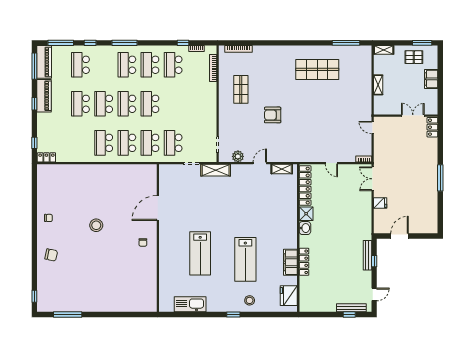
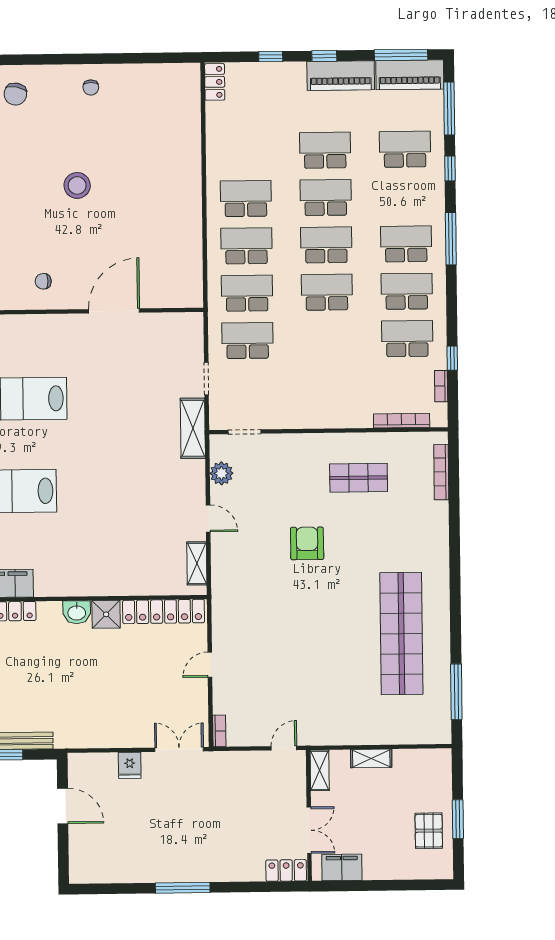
window: (422, 43) -> (458, 819), moved
shelving: (384, 50) -> (320, 770), moved
shop shelf: (317, 69) -> (401, 634), width x1.40
filing cabinet: (431, 79) -> (342, 867), moved
window: (34, 143) -> (271, 57), moved
door: (158, 208) -> (114, 311), hinge flipped

